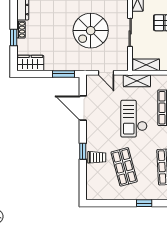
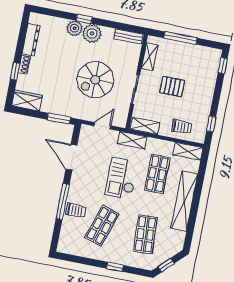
door: (106, 73) -> (102, 126), swing flipped
window: (83, 151) -> (63, 201), width x2.17
shop shelf: (124, 167) -> (102, 226), turned 33

